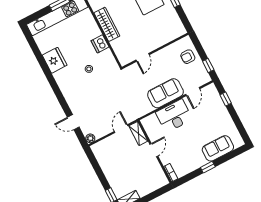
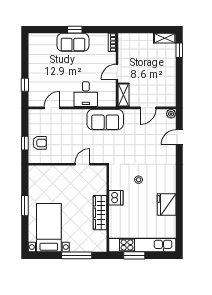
window: (208, 66) -> (25, 143), moved
sofa: (165, 93) -> (105, 119), moved
desk: (174, 116) -> (86, 94), width x0.73
door: (73, 122) -> (179, 137), swing flipped
door: (121, 129) -> (148, 108), moved
sofa: (218, 148) -> (73, 42), moved

